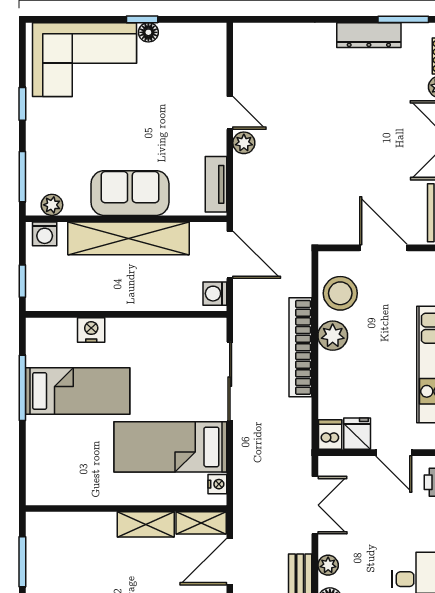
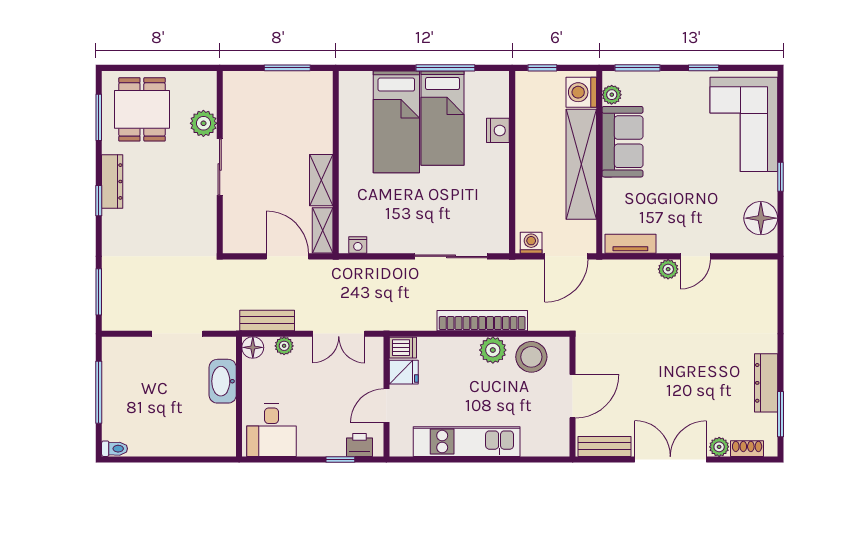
floor lamp: (148, 32) -> (761, 218), moved, width x1.89, depth x1.89
sofa: (130, 193) -> (623, 142), moved
washing machine: (45, 234) -> (581, 92), width x1.38, depth x1.38
bed: (170, 447) -> (396, 122), moved, turned 180

